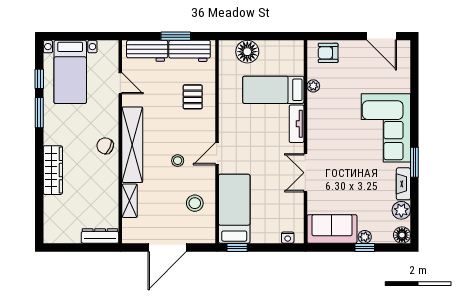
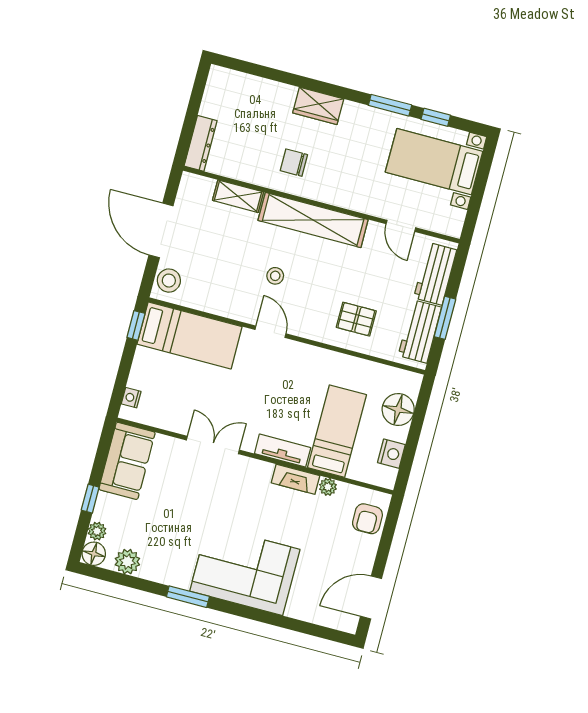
nightstand: (279, 48) -> (391, 454), added
armchair: (328, 53) -> (367, 519), turned 180
door: (120, 83) -> (401, 226), hinge flipped
chair: (105, 146) -> (294, 163), moved, turned -115
wardrobe: (53, 170) -> (318, 106), width x0.67
fireplace: (403, 184) -> (296, 479), moved, turned 180
stool: (195, 203) -> (169, 281), moved
plant: (365, 237) -> (97, 531), moved

